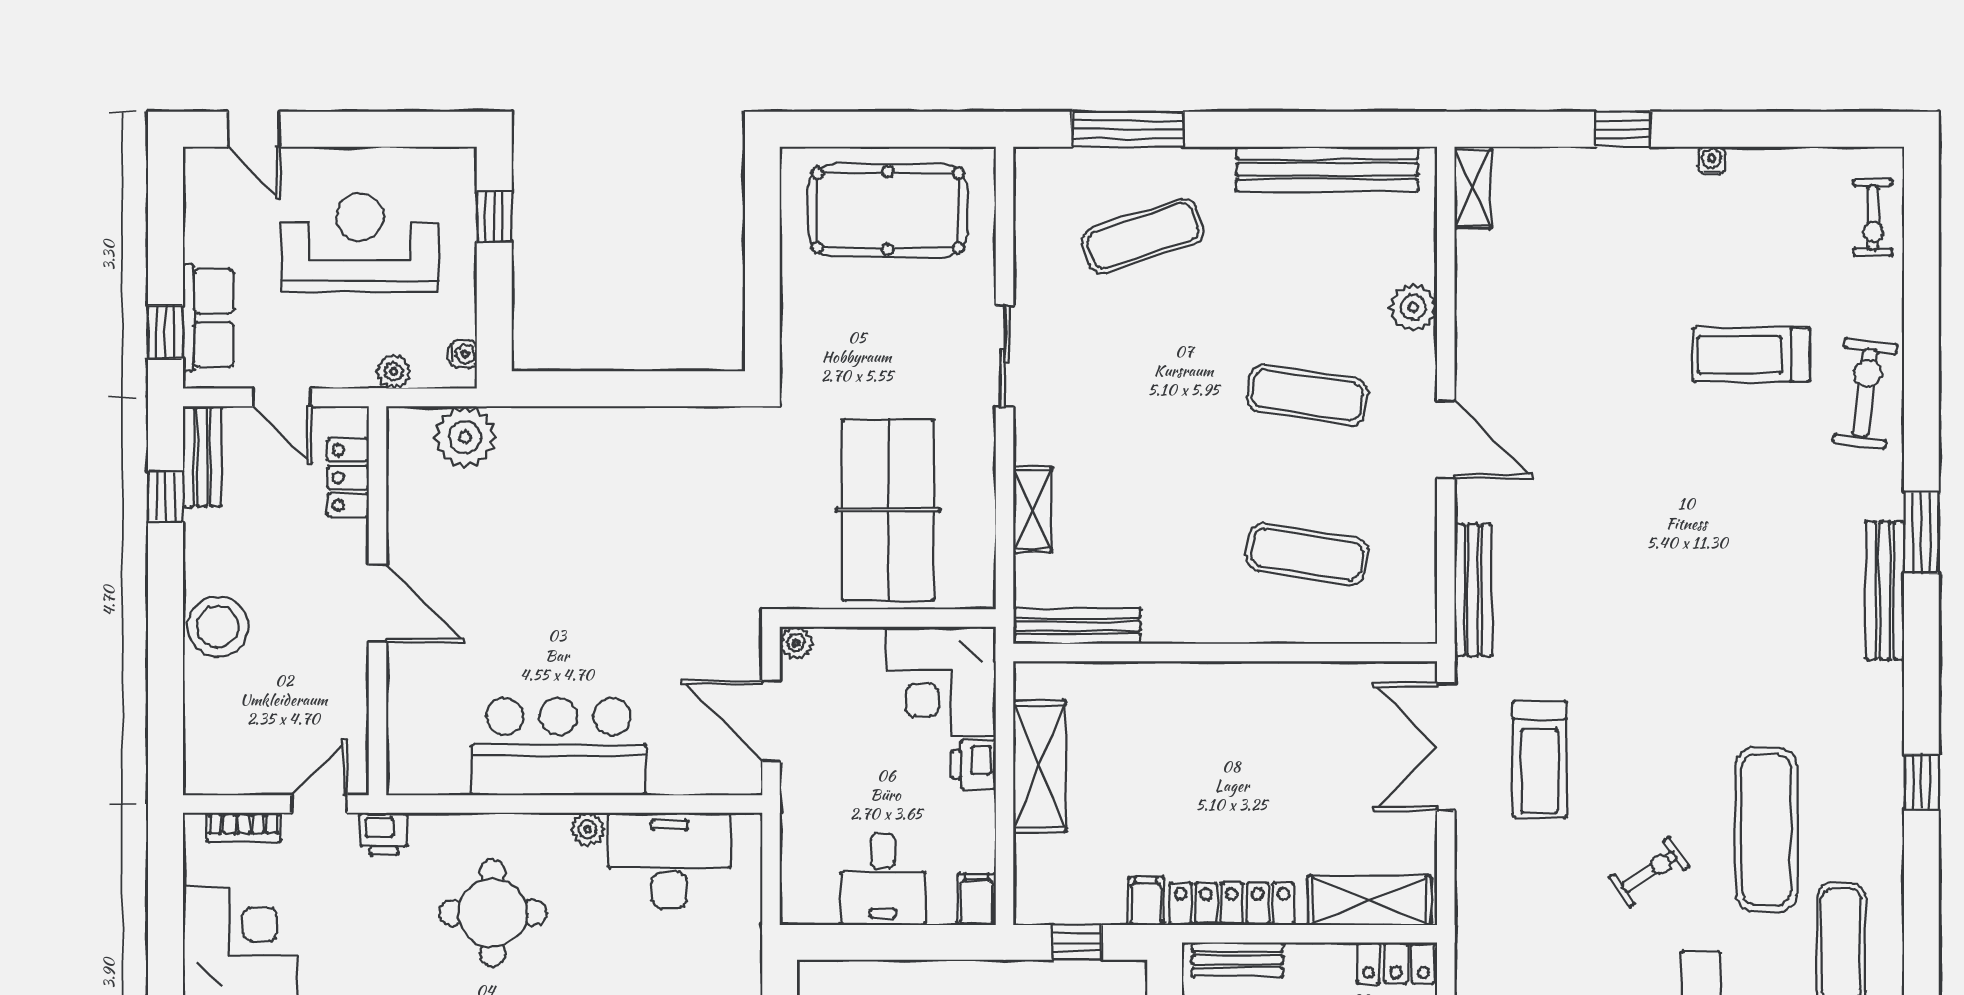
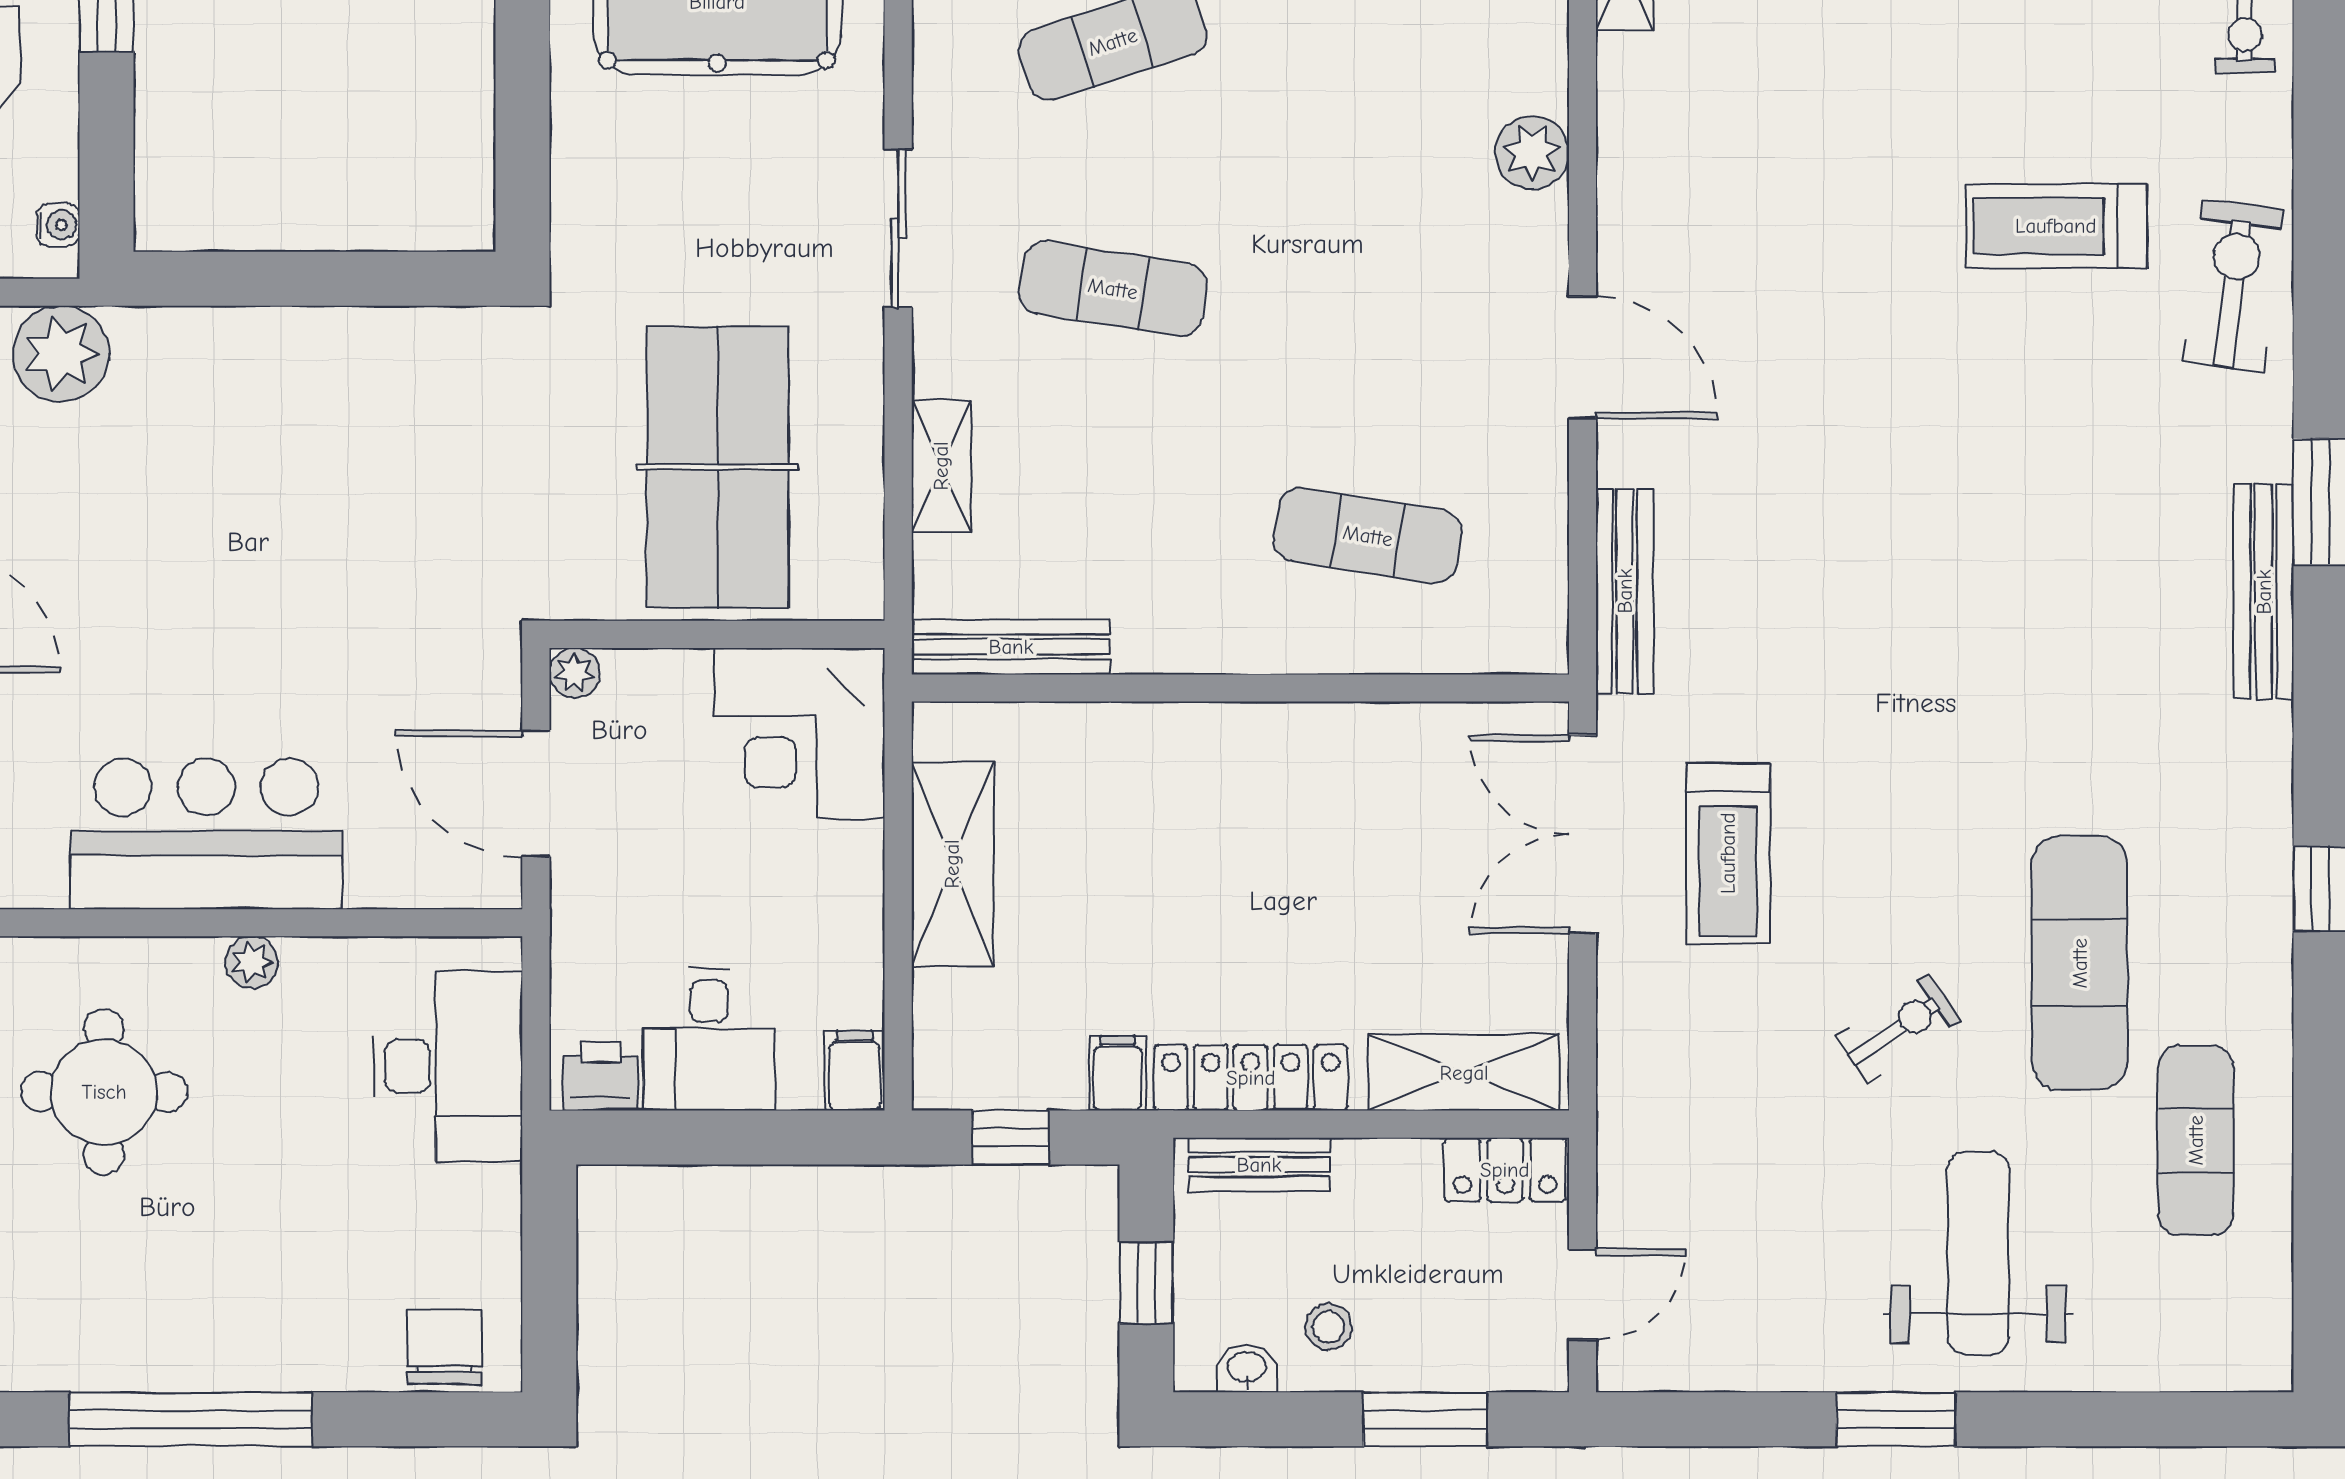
exercise mat: (1307, 395) -> (1113, 289), moved
printer: (974, 764) -> (600, 1076), moved, turned 90
desk: (669, 861) -> (448, 1066), moved, turned 90

